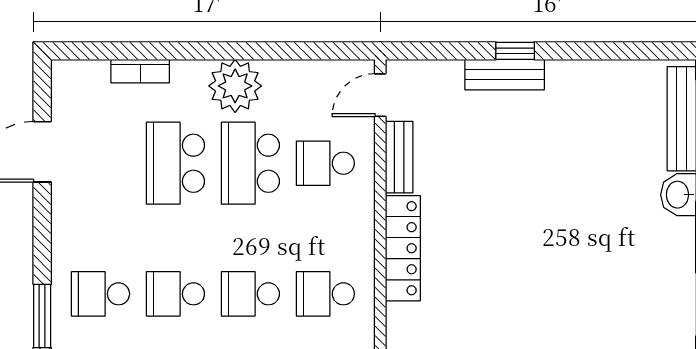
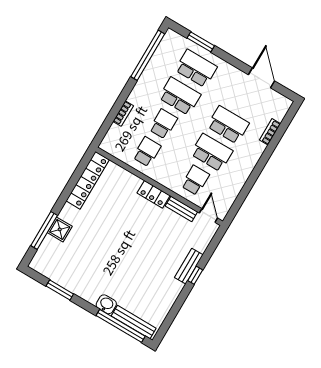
plant: (235, 86) -> (244, 164), removed
locker: (403, 248) -> (154, 194), width x0.66
school desk: (100, 294) -> (196, 68), width x1.85
school desk: (175, 294) -> (180, 96), width x1.85

